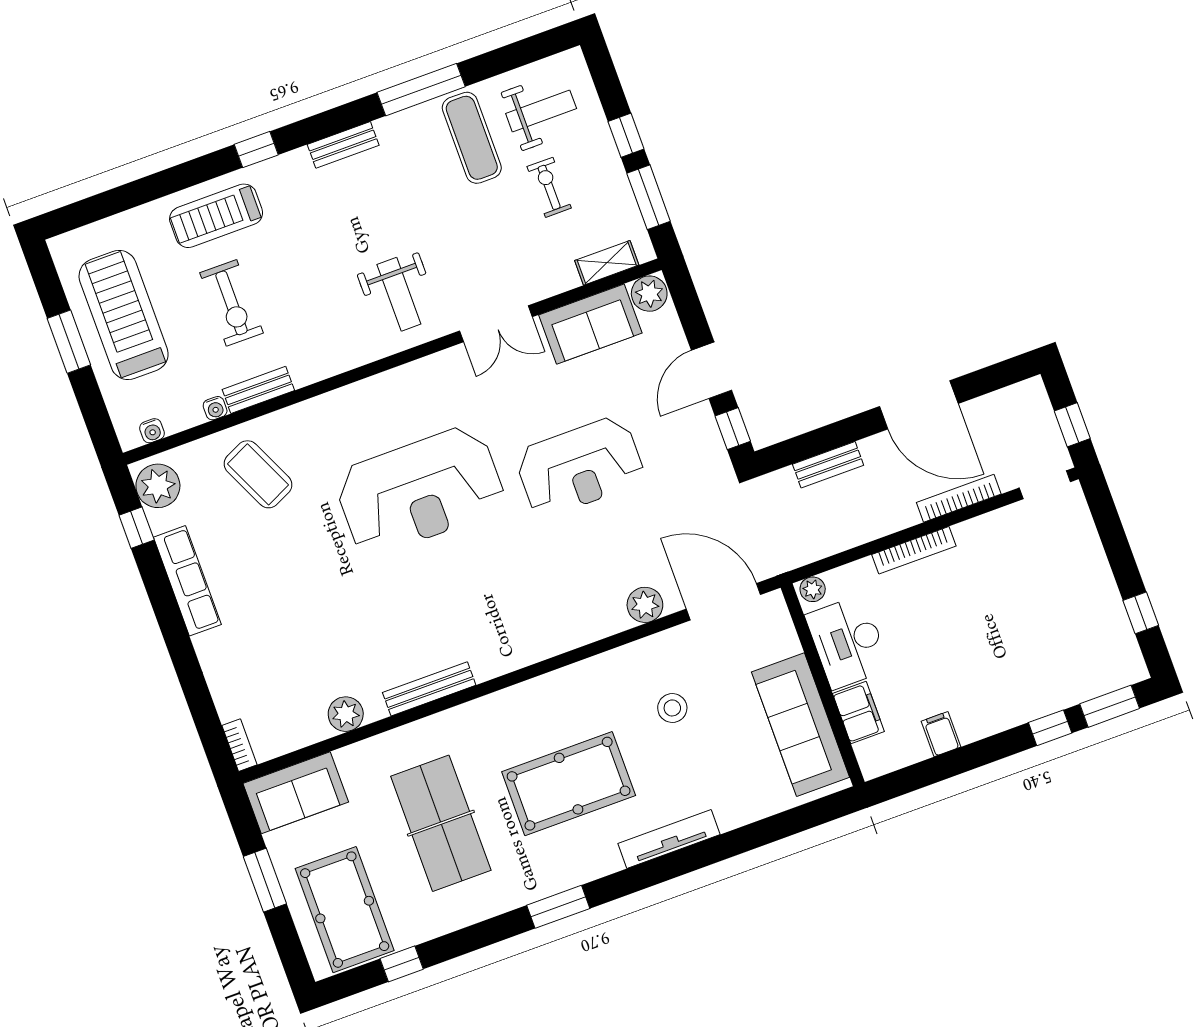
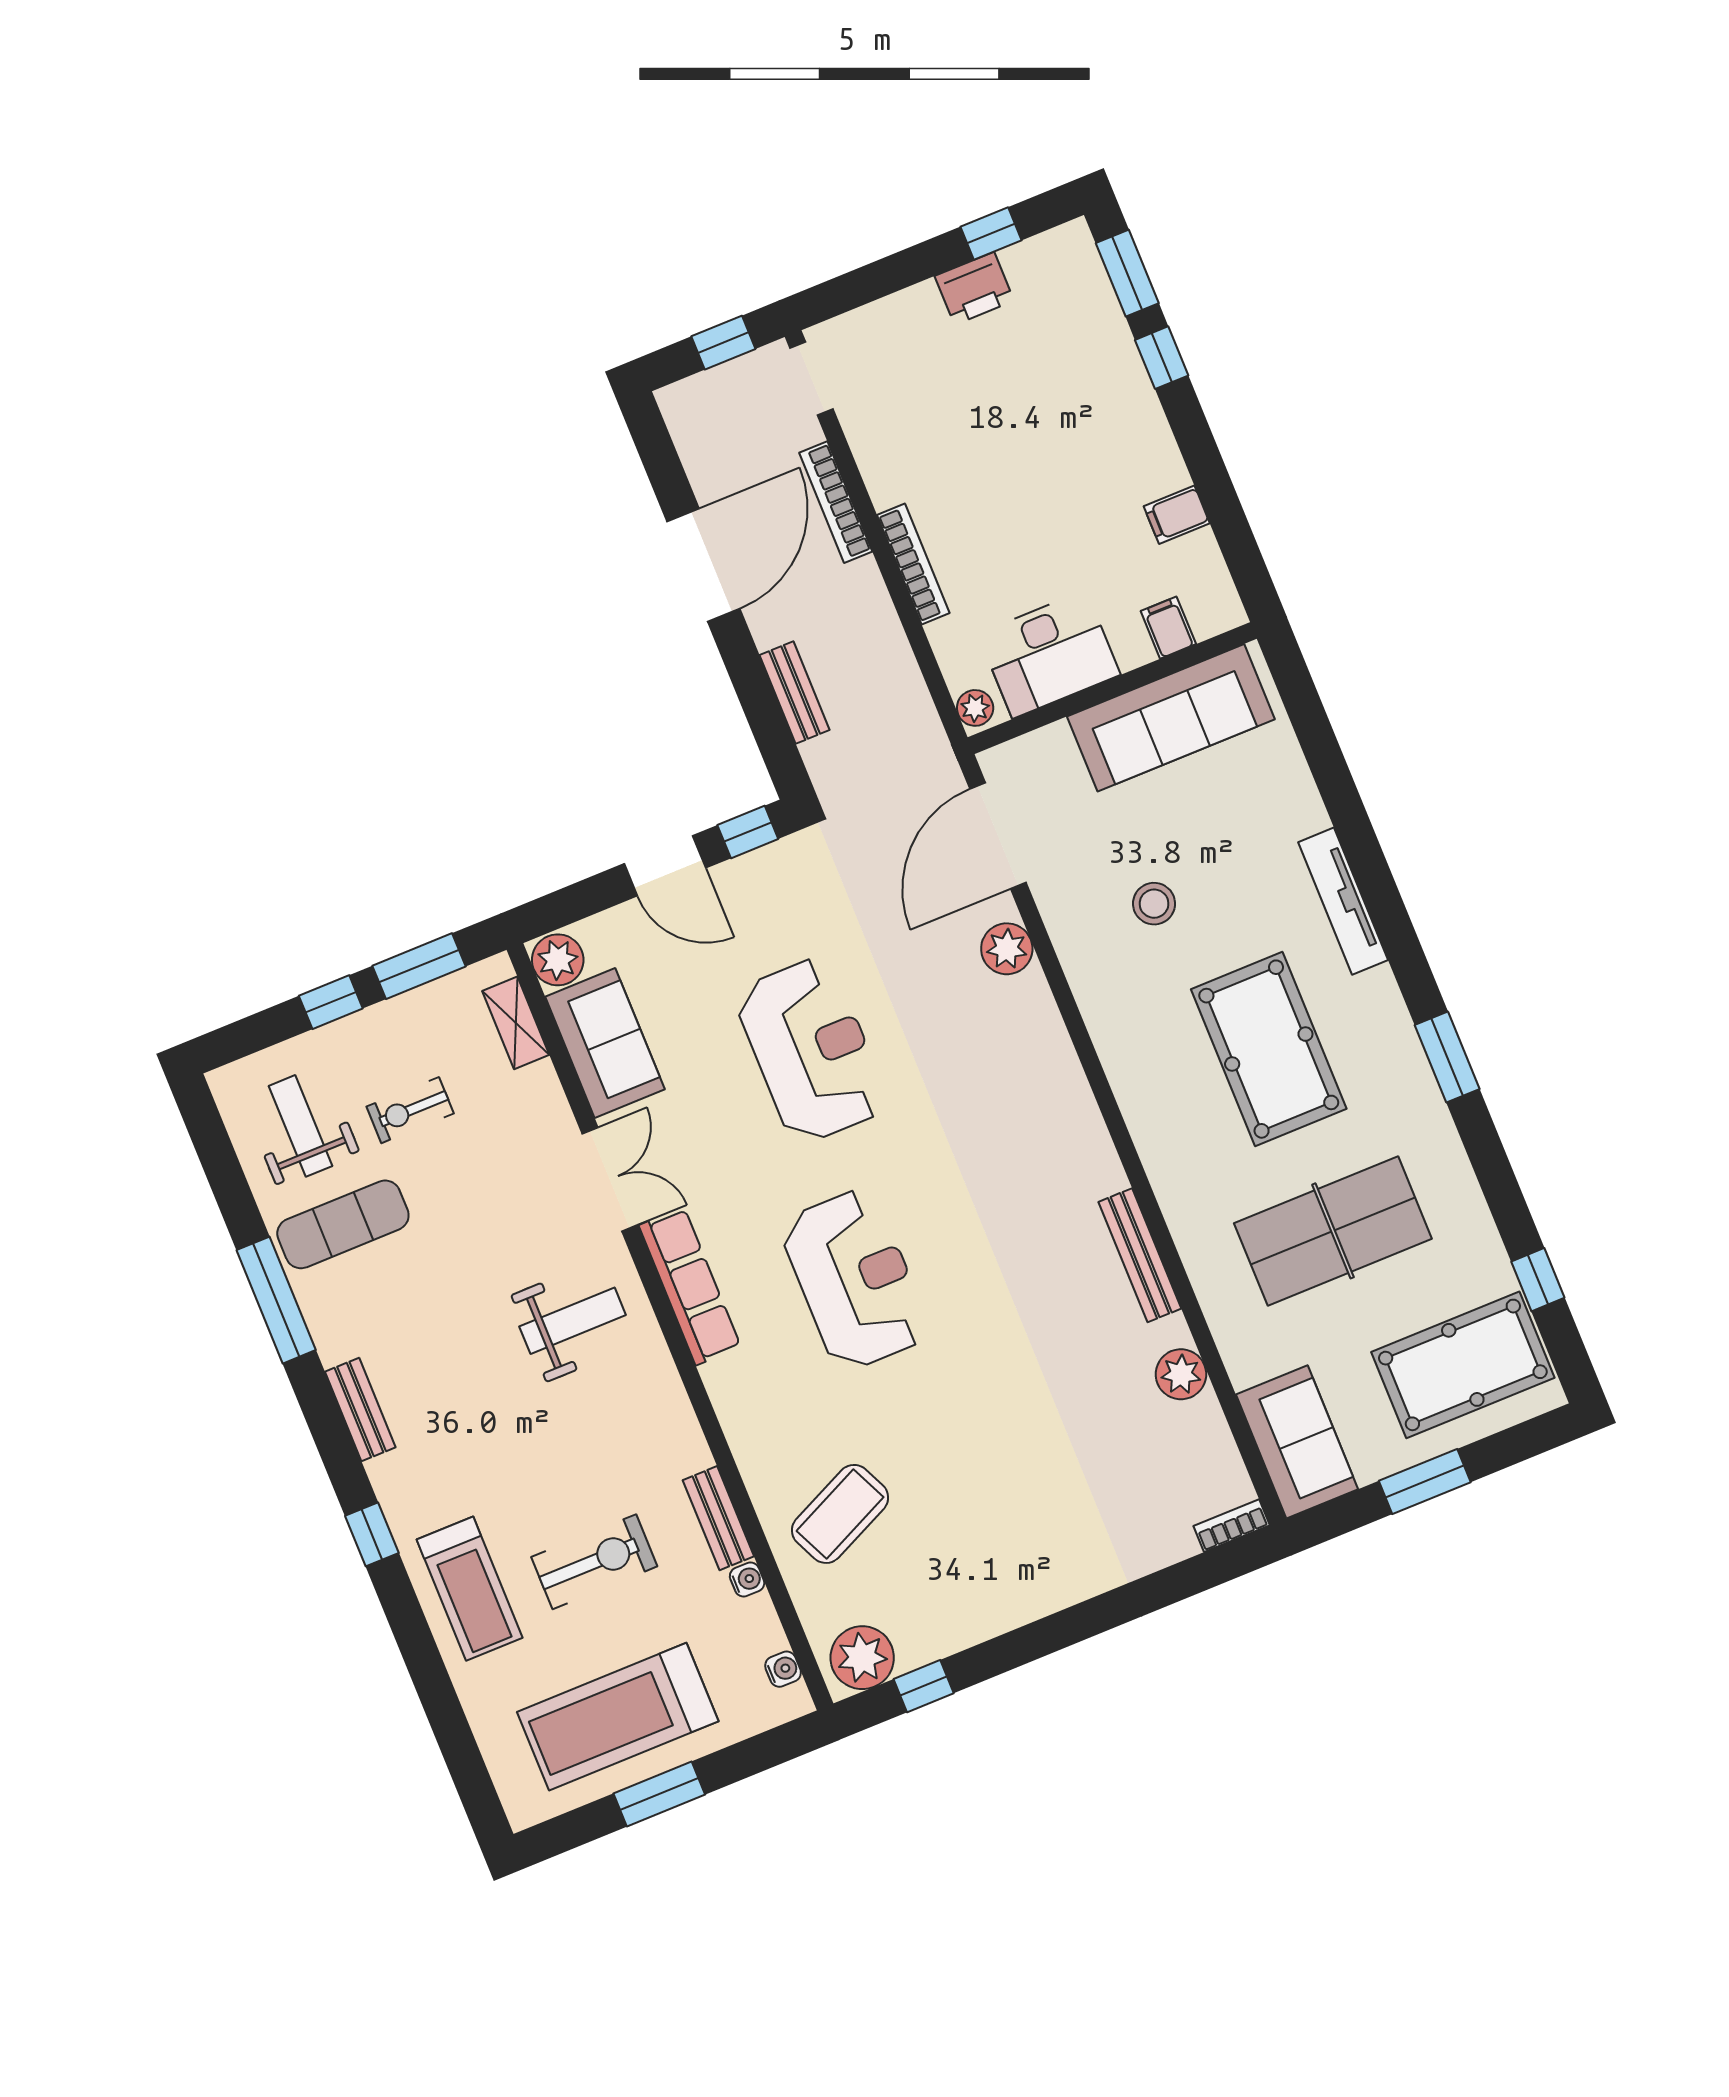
reception desk: (420, 491) -> (855, 1280), width x0.74, depth x0.77
row of seats: (187, 581) -> (690, 1286), moved, turned 90
printer: (1103, 600) -> (974, 288), added
filing cabinet: (858, 713) -> (1168, 628), width x0.50

